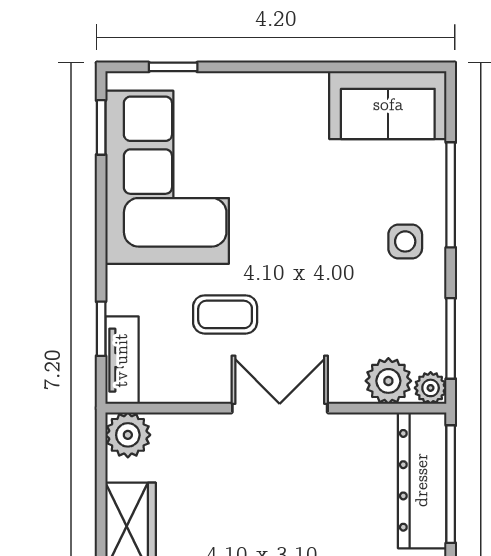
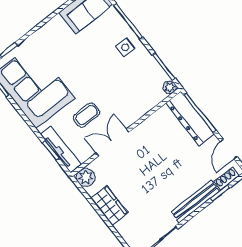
tv unit: (122, 360) -> (61, 150), width x1.41
plant: (388, 381) -> (155, 96), removed
double door: (280, 408) -> (113, 143), moved

